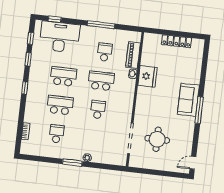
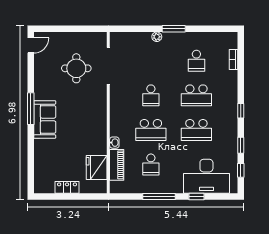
window: (55, 19) -> (197, 196), moved
locker: (177, 41) -> (67, 187), width x0.66
fridge: (147, 76) -> (97, 168), moved

